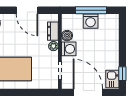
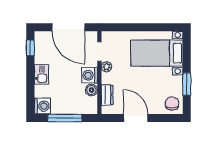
washing machine: (91, 21) -> (42, 106), moved, turned 90
plant: (53, 46) -> (107, 67), moved
kitchen sink: (112, 79) -> (41, 74), moved

